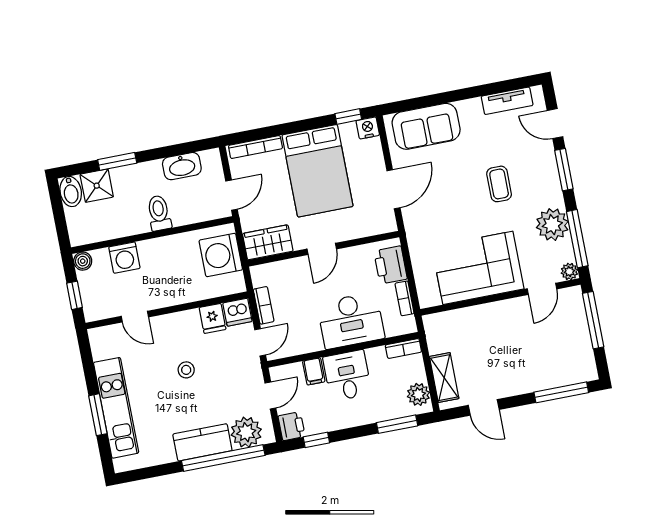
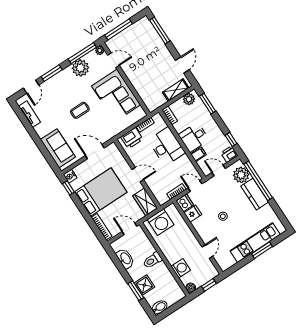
coffee table: (499, 184) -> (80, 110), moved
shower: (97, 186) -> (144, 285), moved

